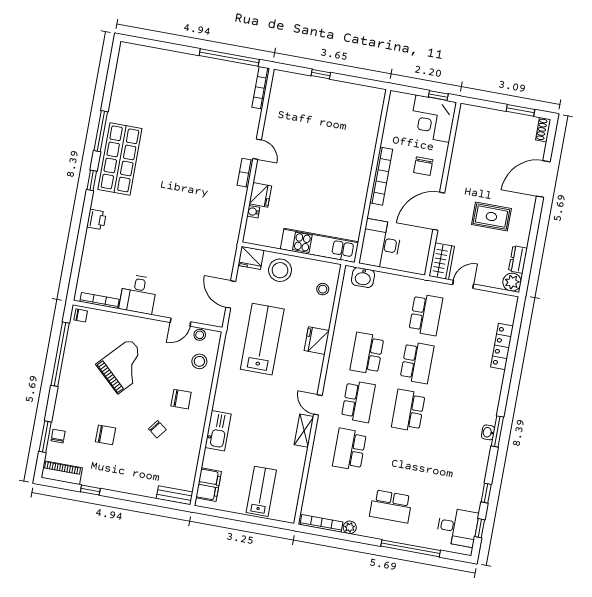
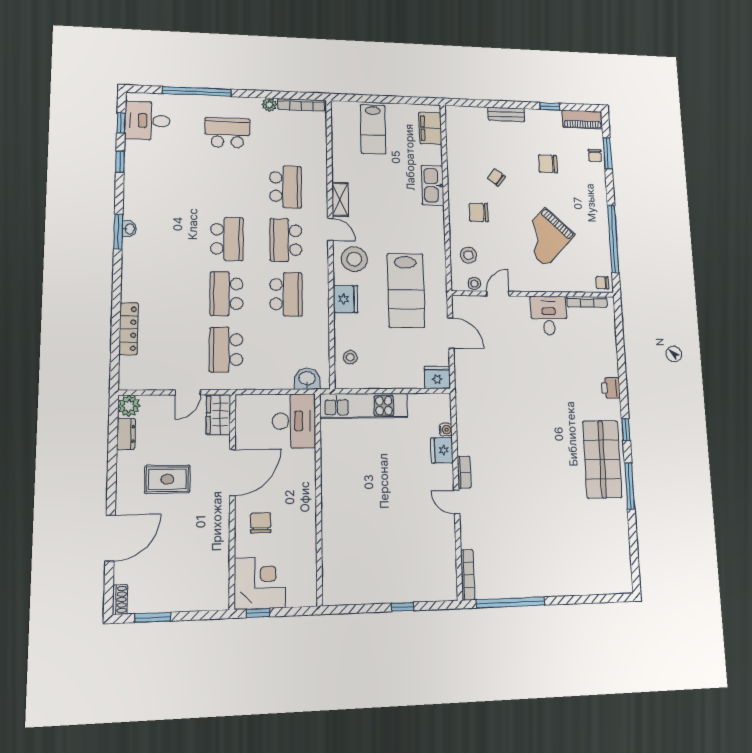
bookcase: (381, 176) -> (308, 501), removed
stool: (280, 270) -> (354, 259), moved
bench: (174, 495) -> (506, 114), moved

